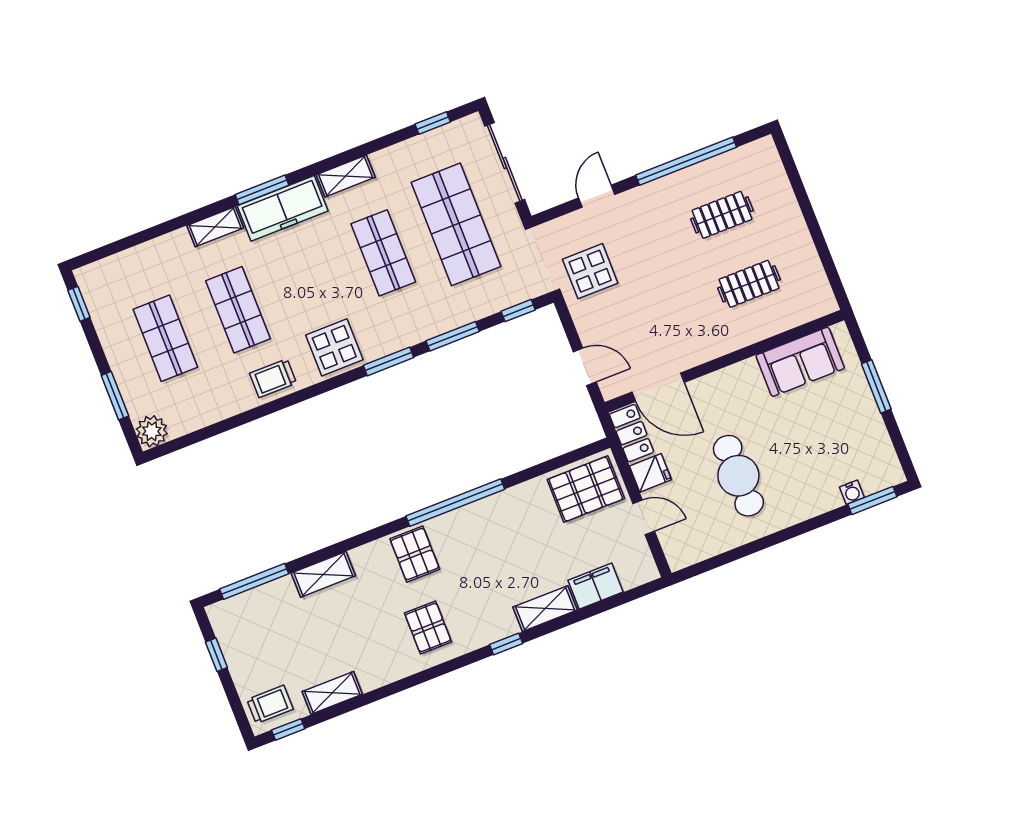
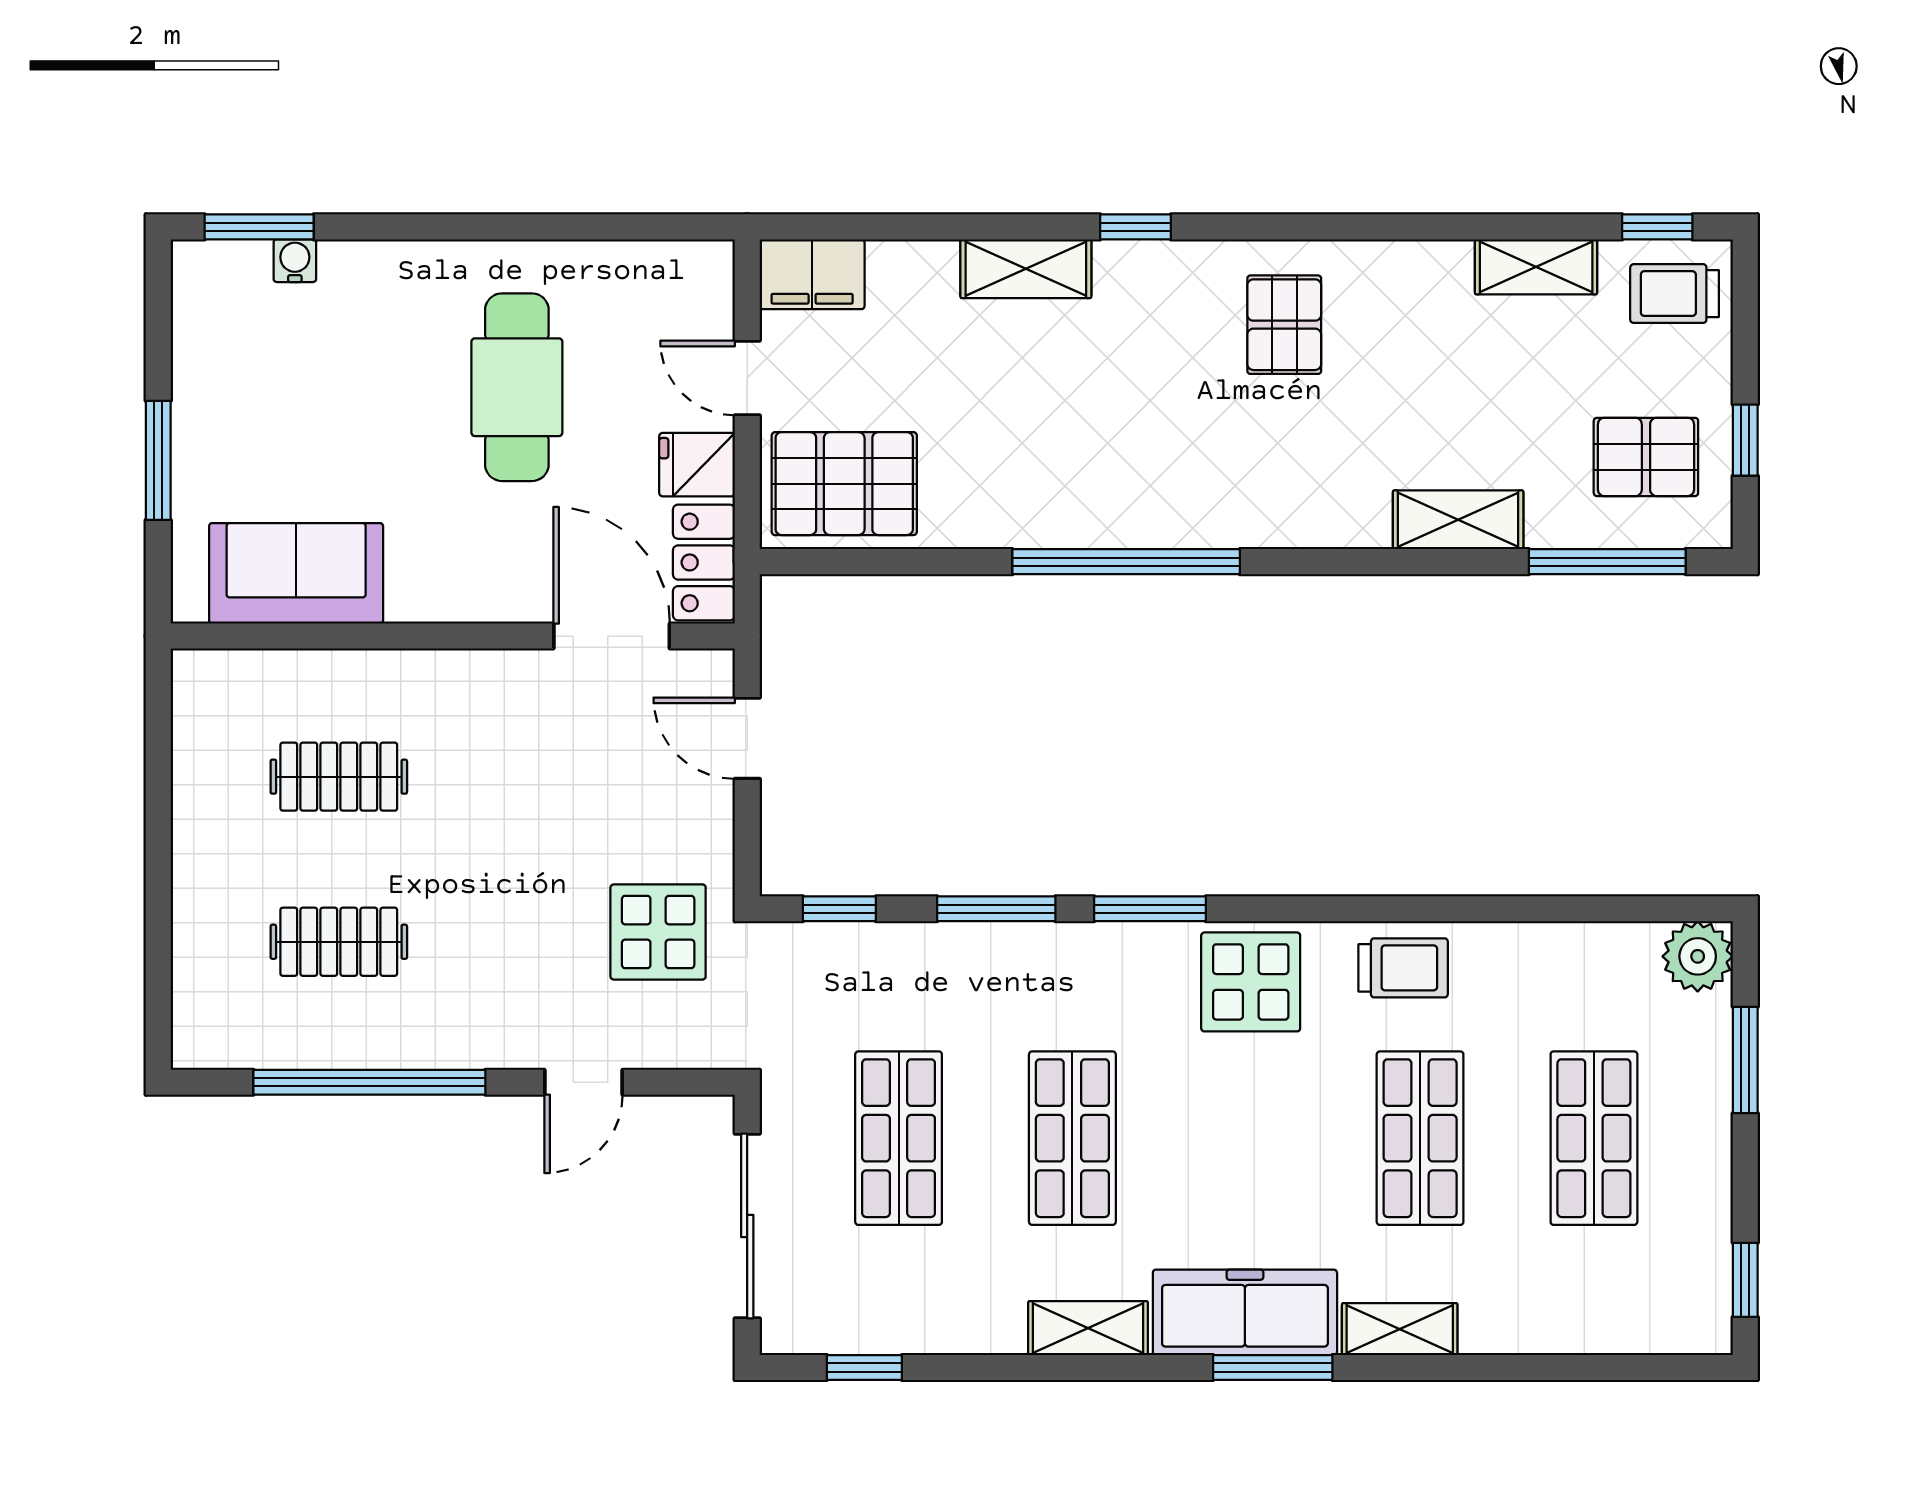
shop shelf: (456, 224) -> (899, 1138), width x0.70, depth x0.74
pallet: (415, 554) -> (1646, 457), moved, turned 90
filing cabinet: (596, 586) -> (812, 274), moved

